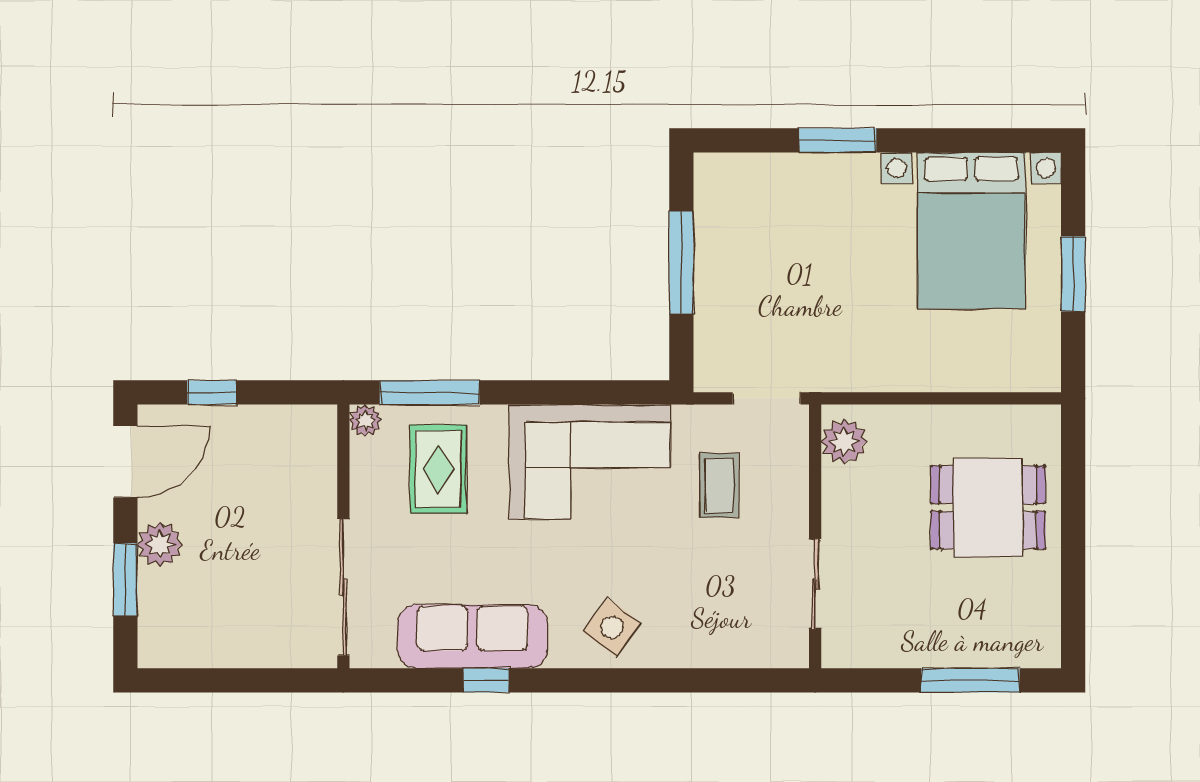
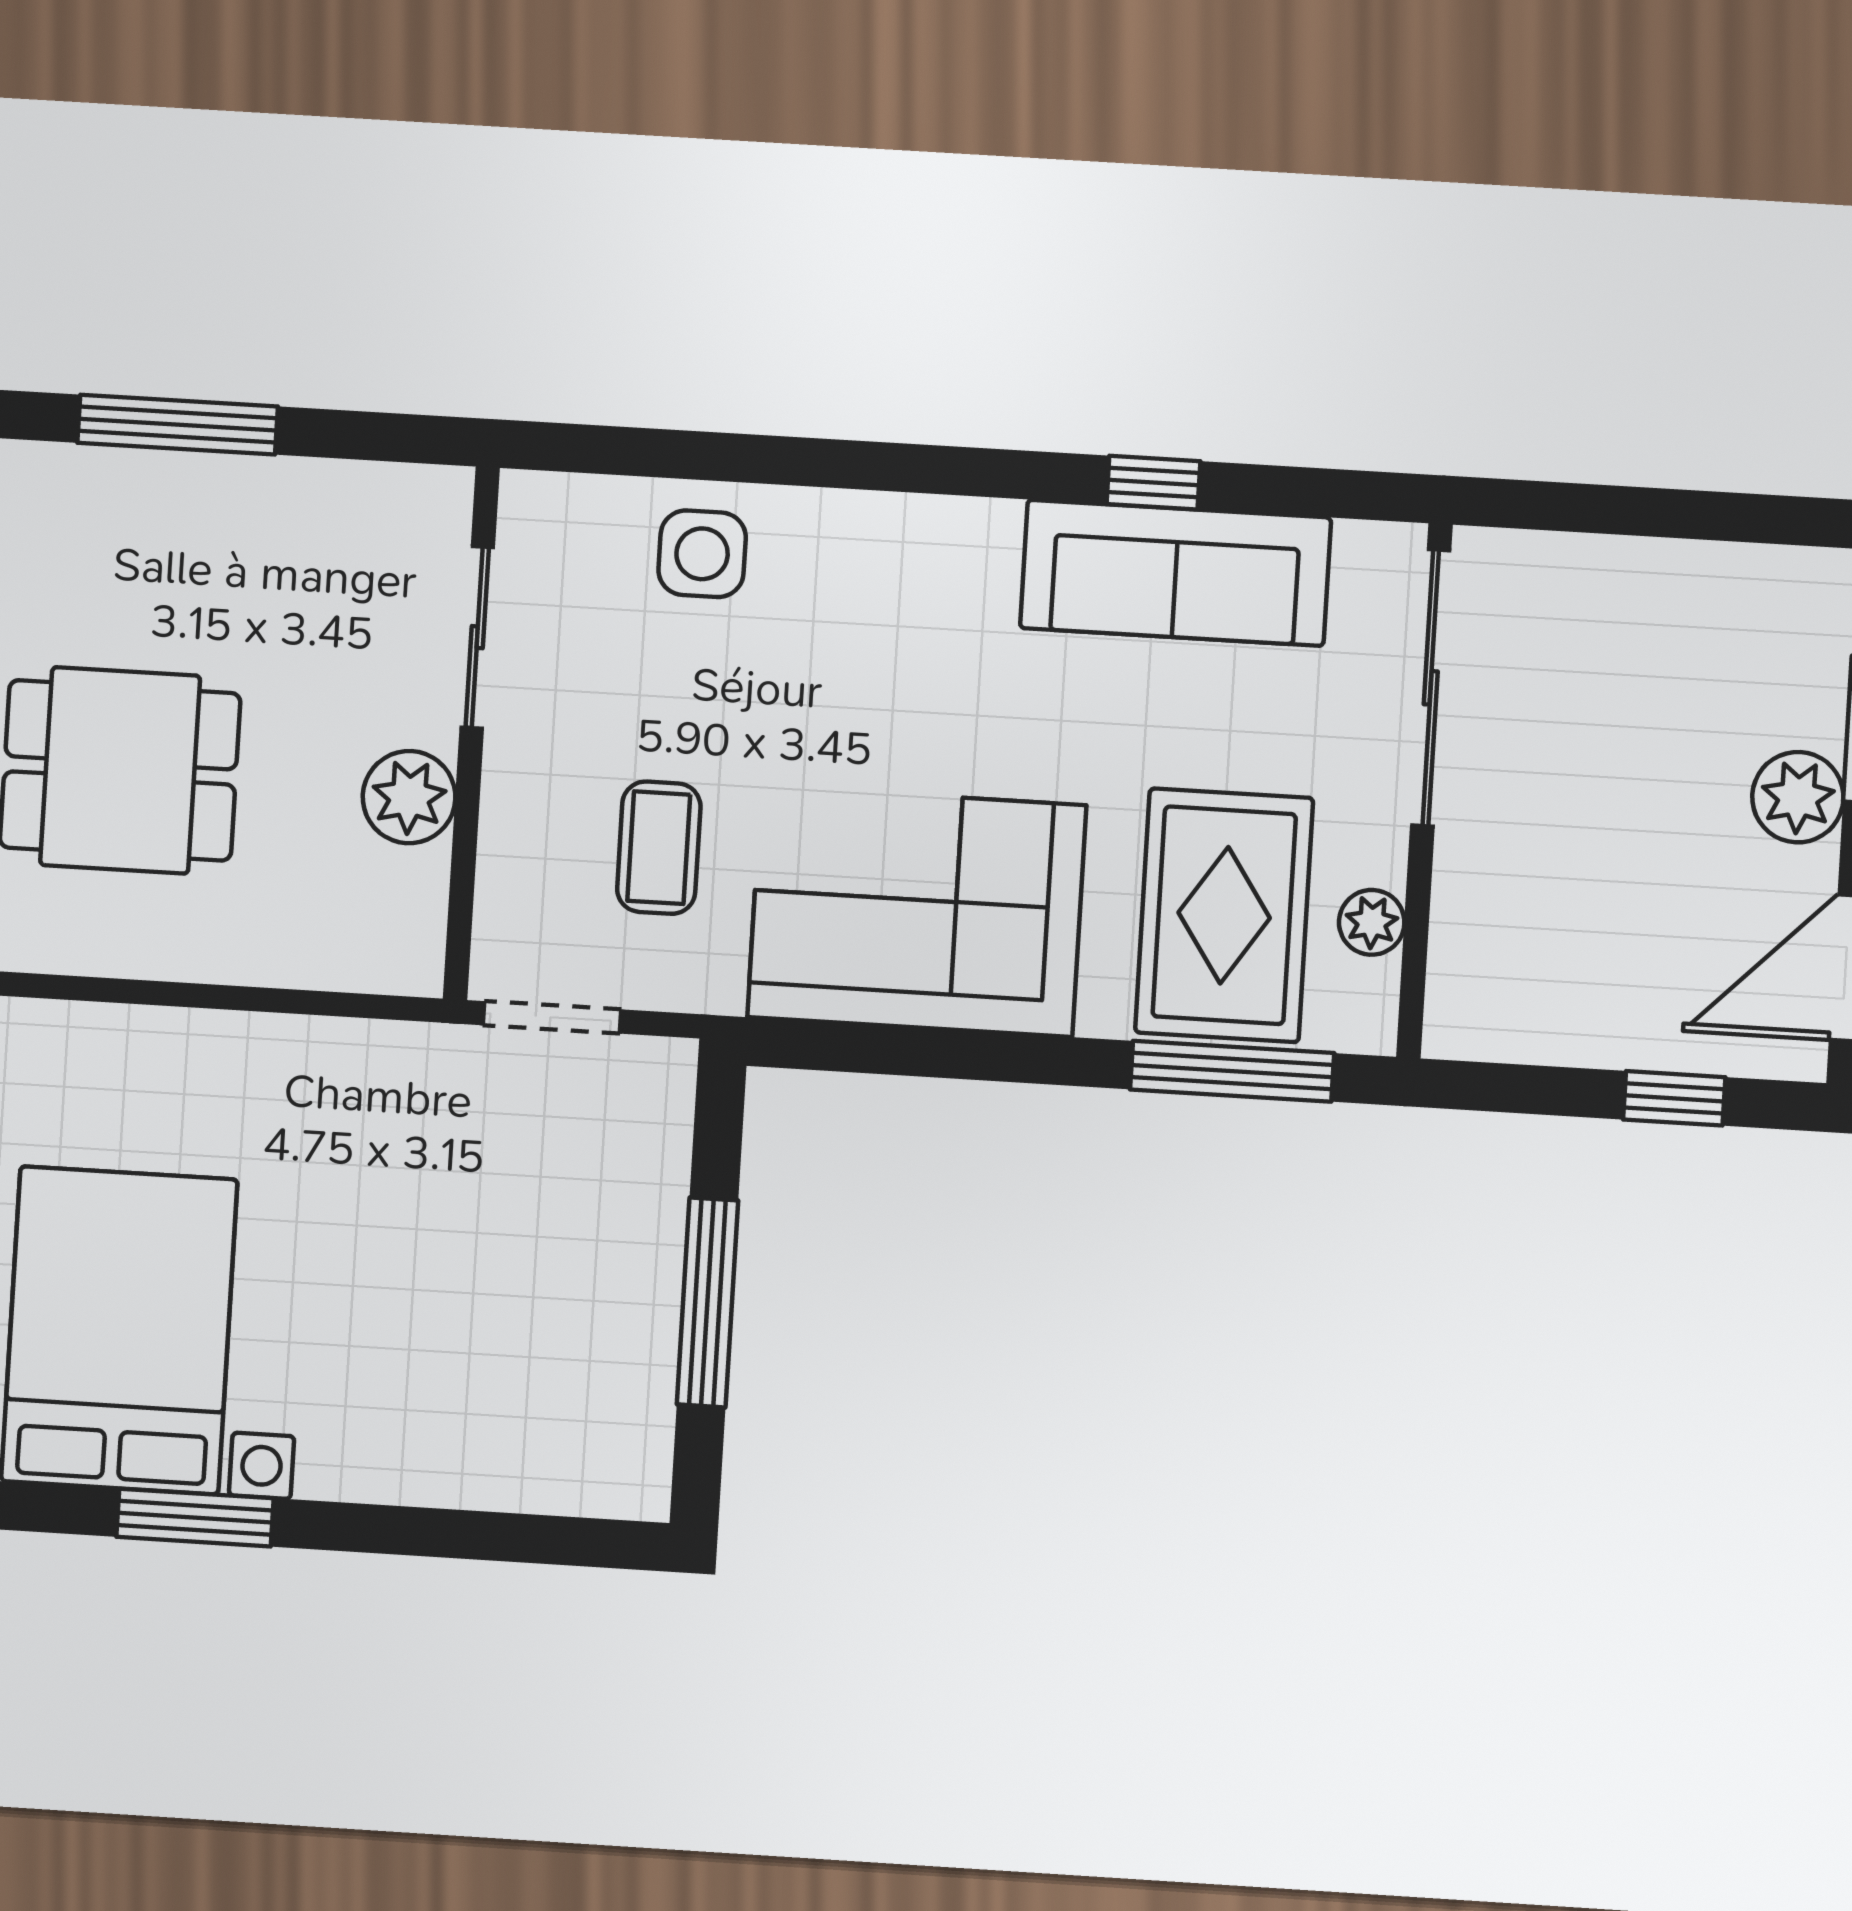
window: (838, 140) -> (195, 1518), moved
plant: (365, 420) -> (1372, 922), moved
plant: (844, 442) -> (409, 797), moved
rug: (438, 469) -> (1224, 915), width x1.36, depth x1.43
side table: (612, 627) -> (702, 554), moved, turned -37

